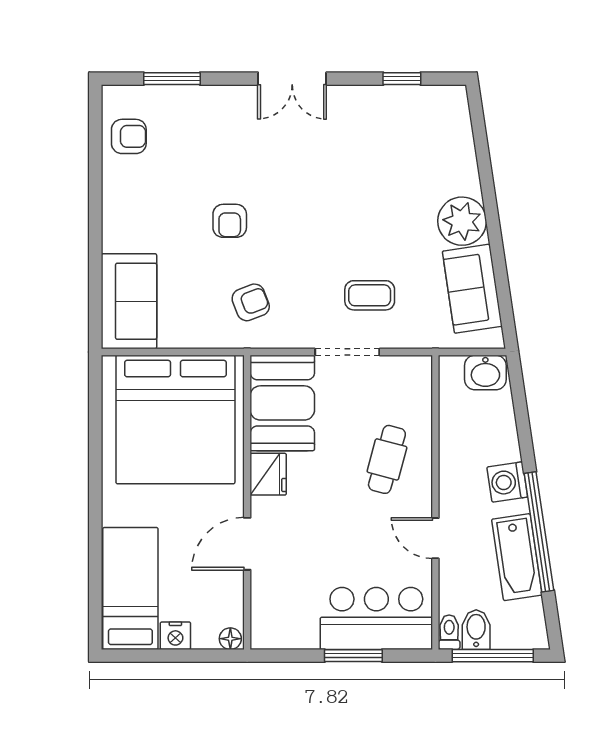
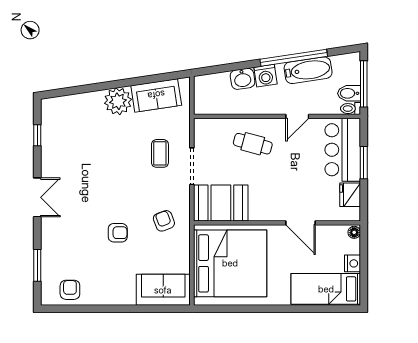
washbasin: (485, 372) -> (243, 79), moved, turned 82
fridge: (268, 474) -> (350, 195), moved, turned -90

